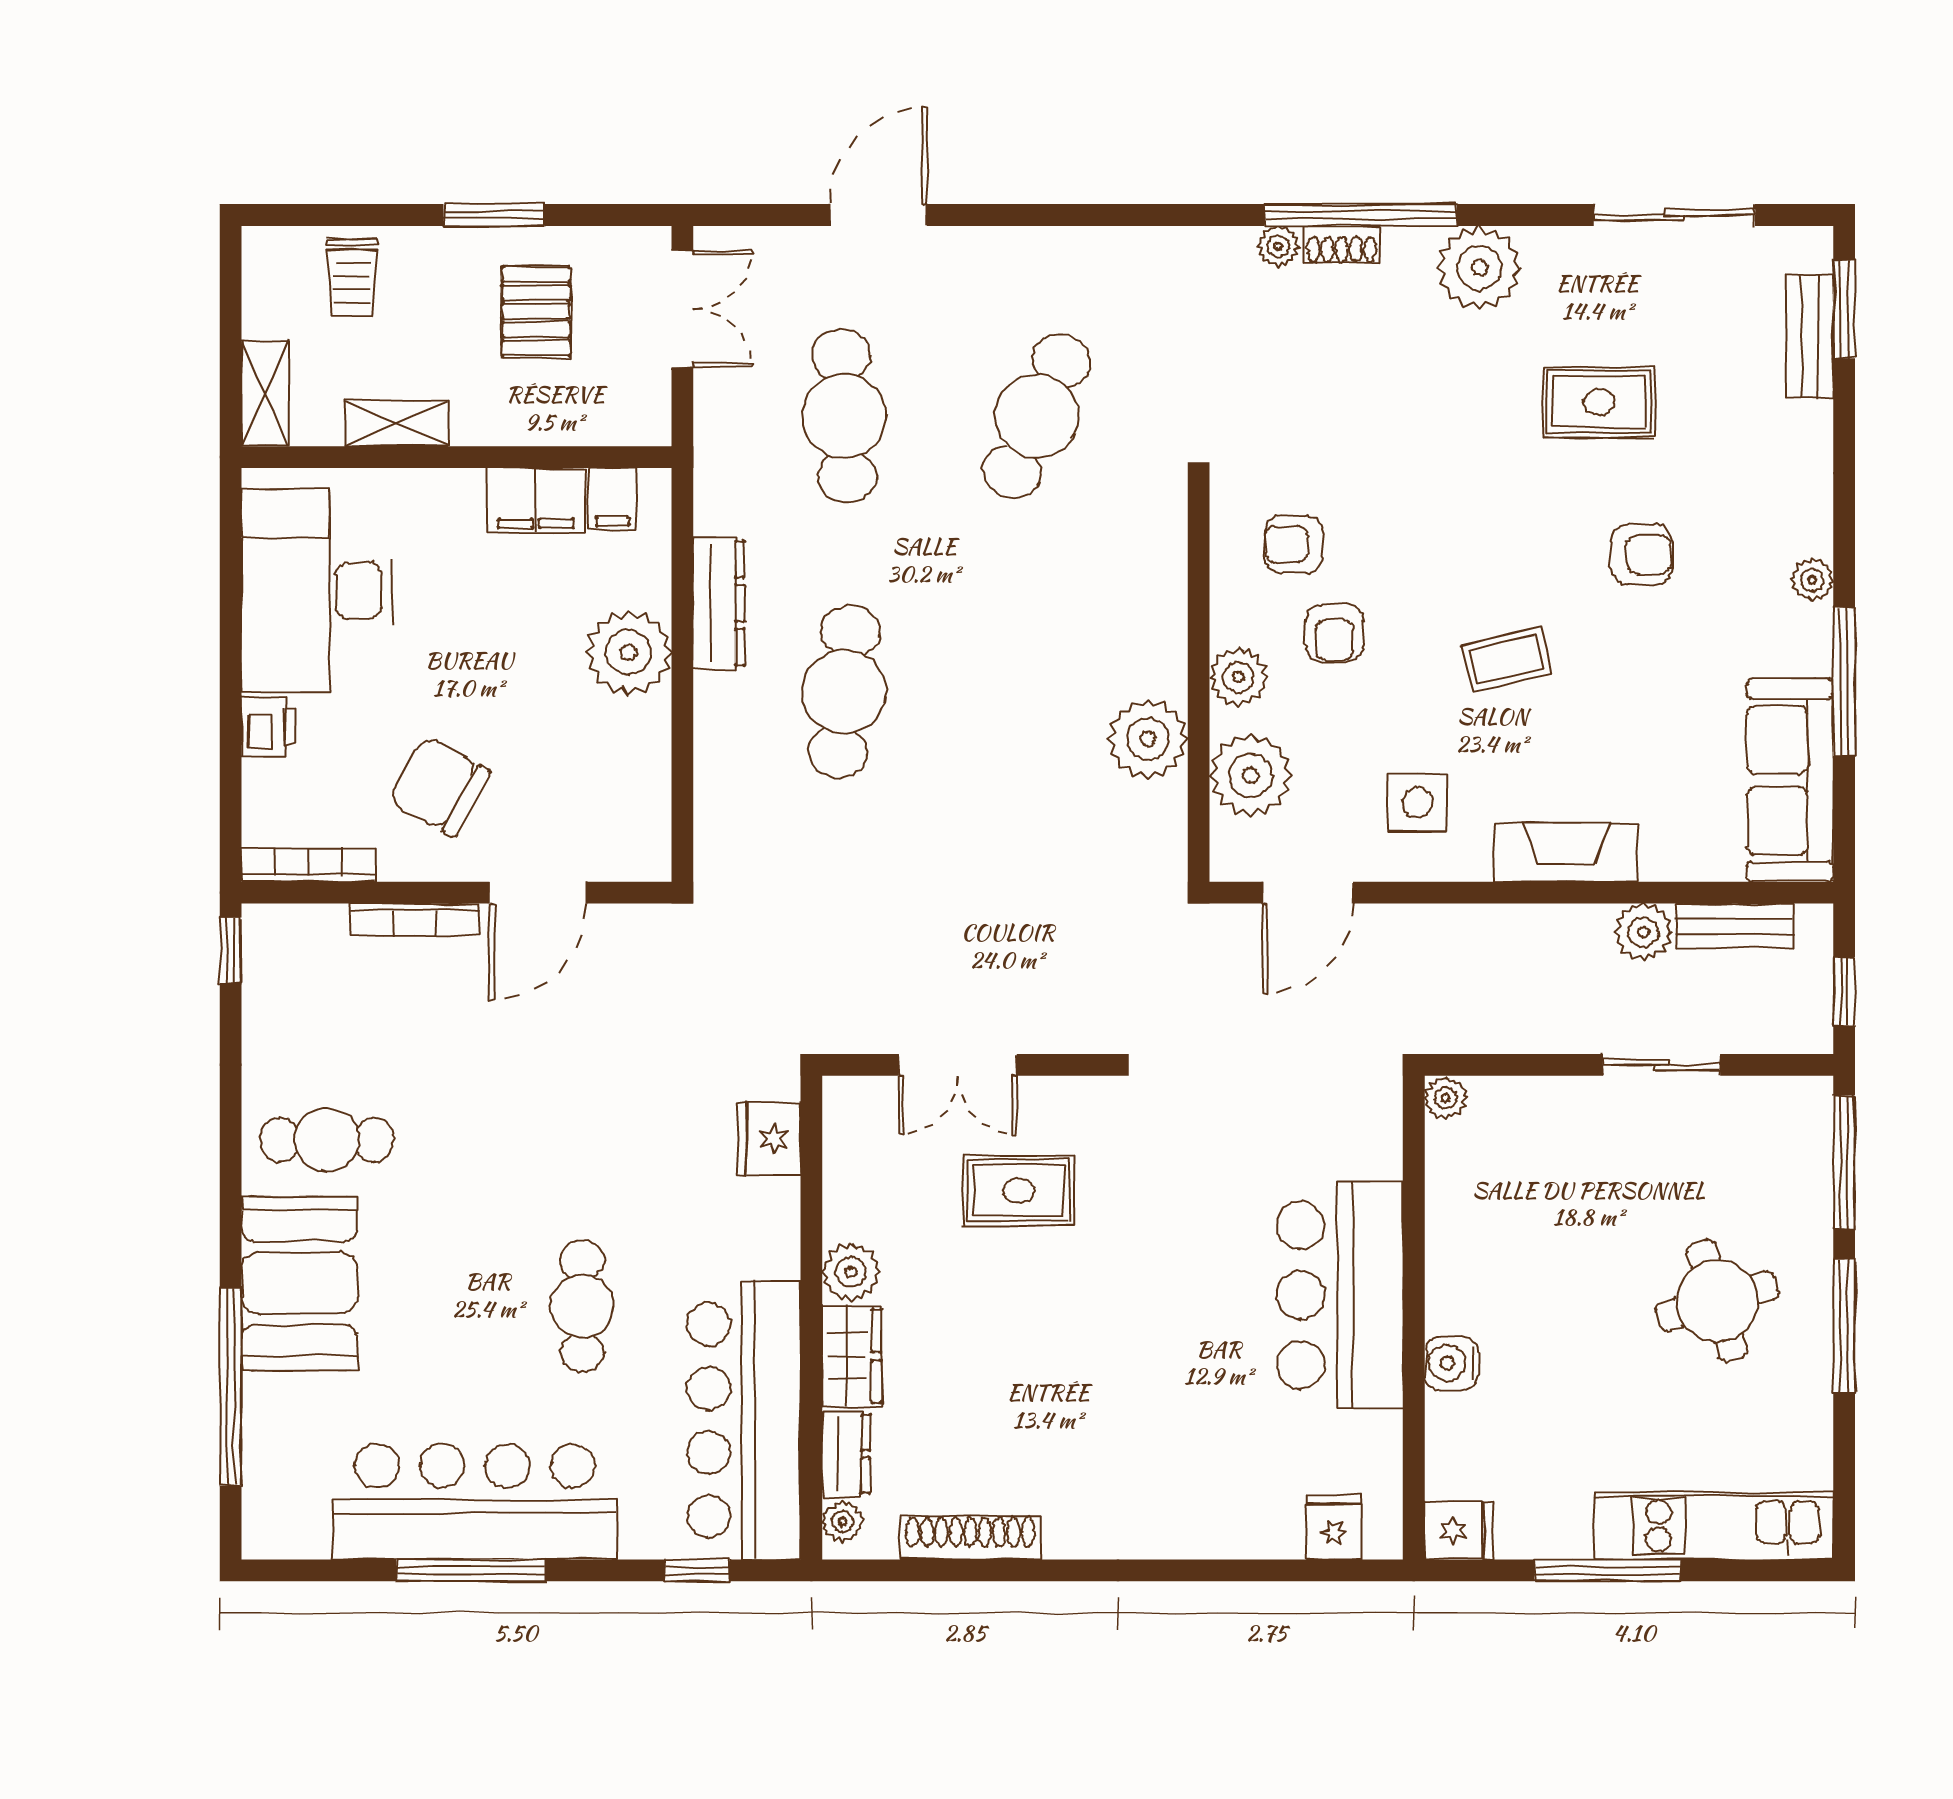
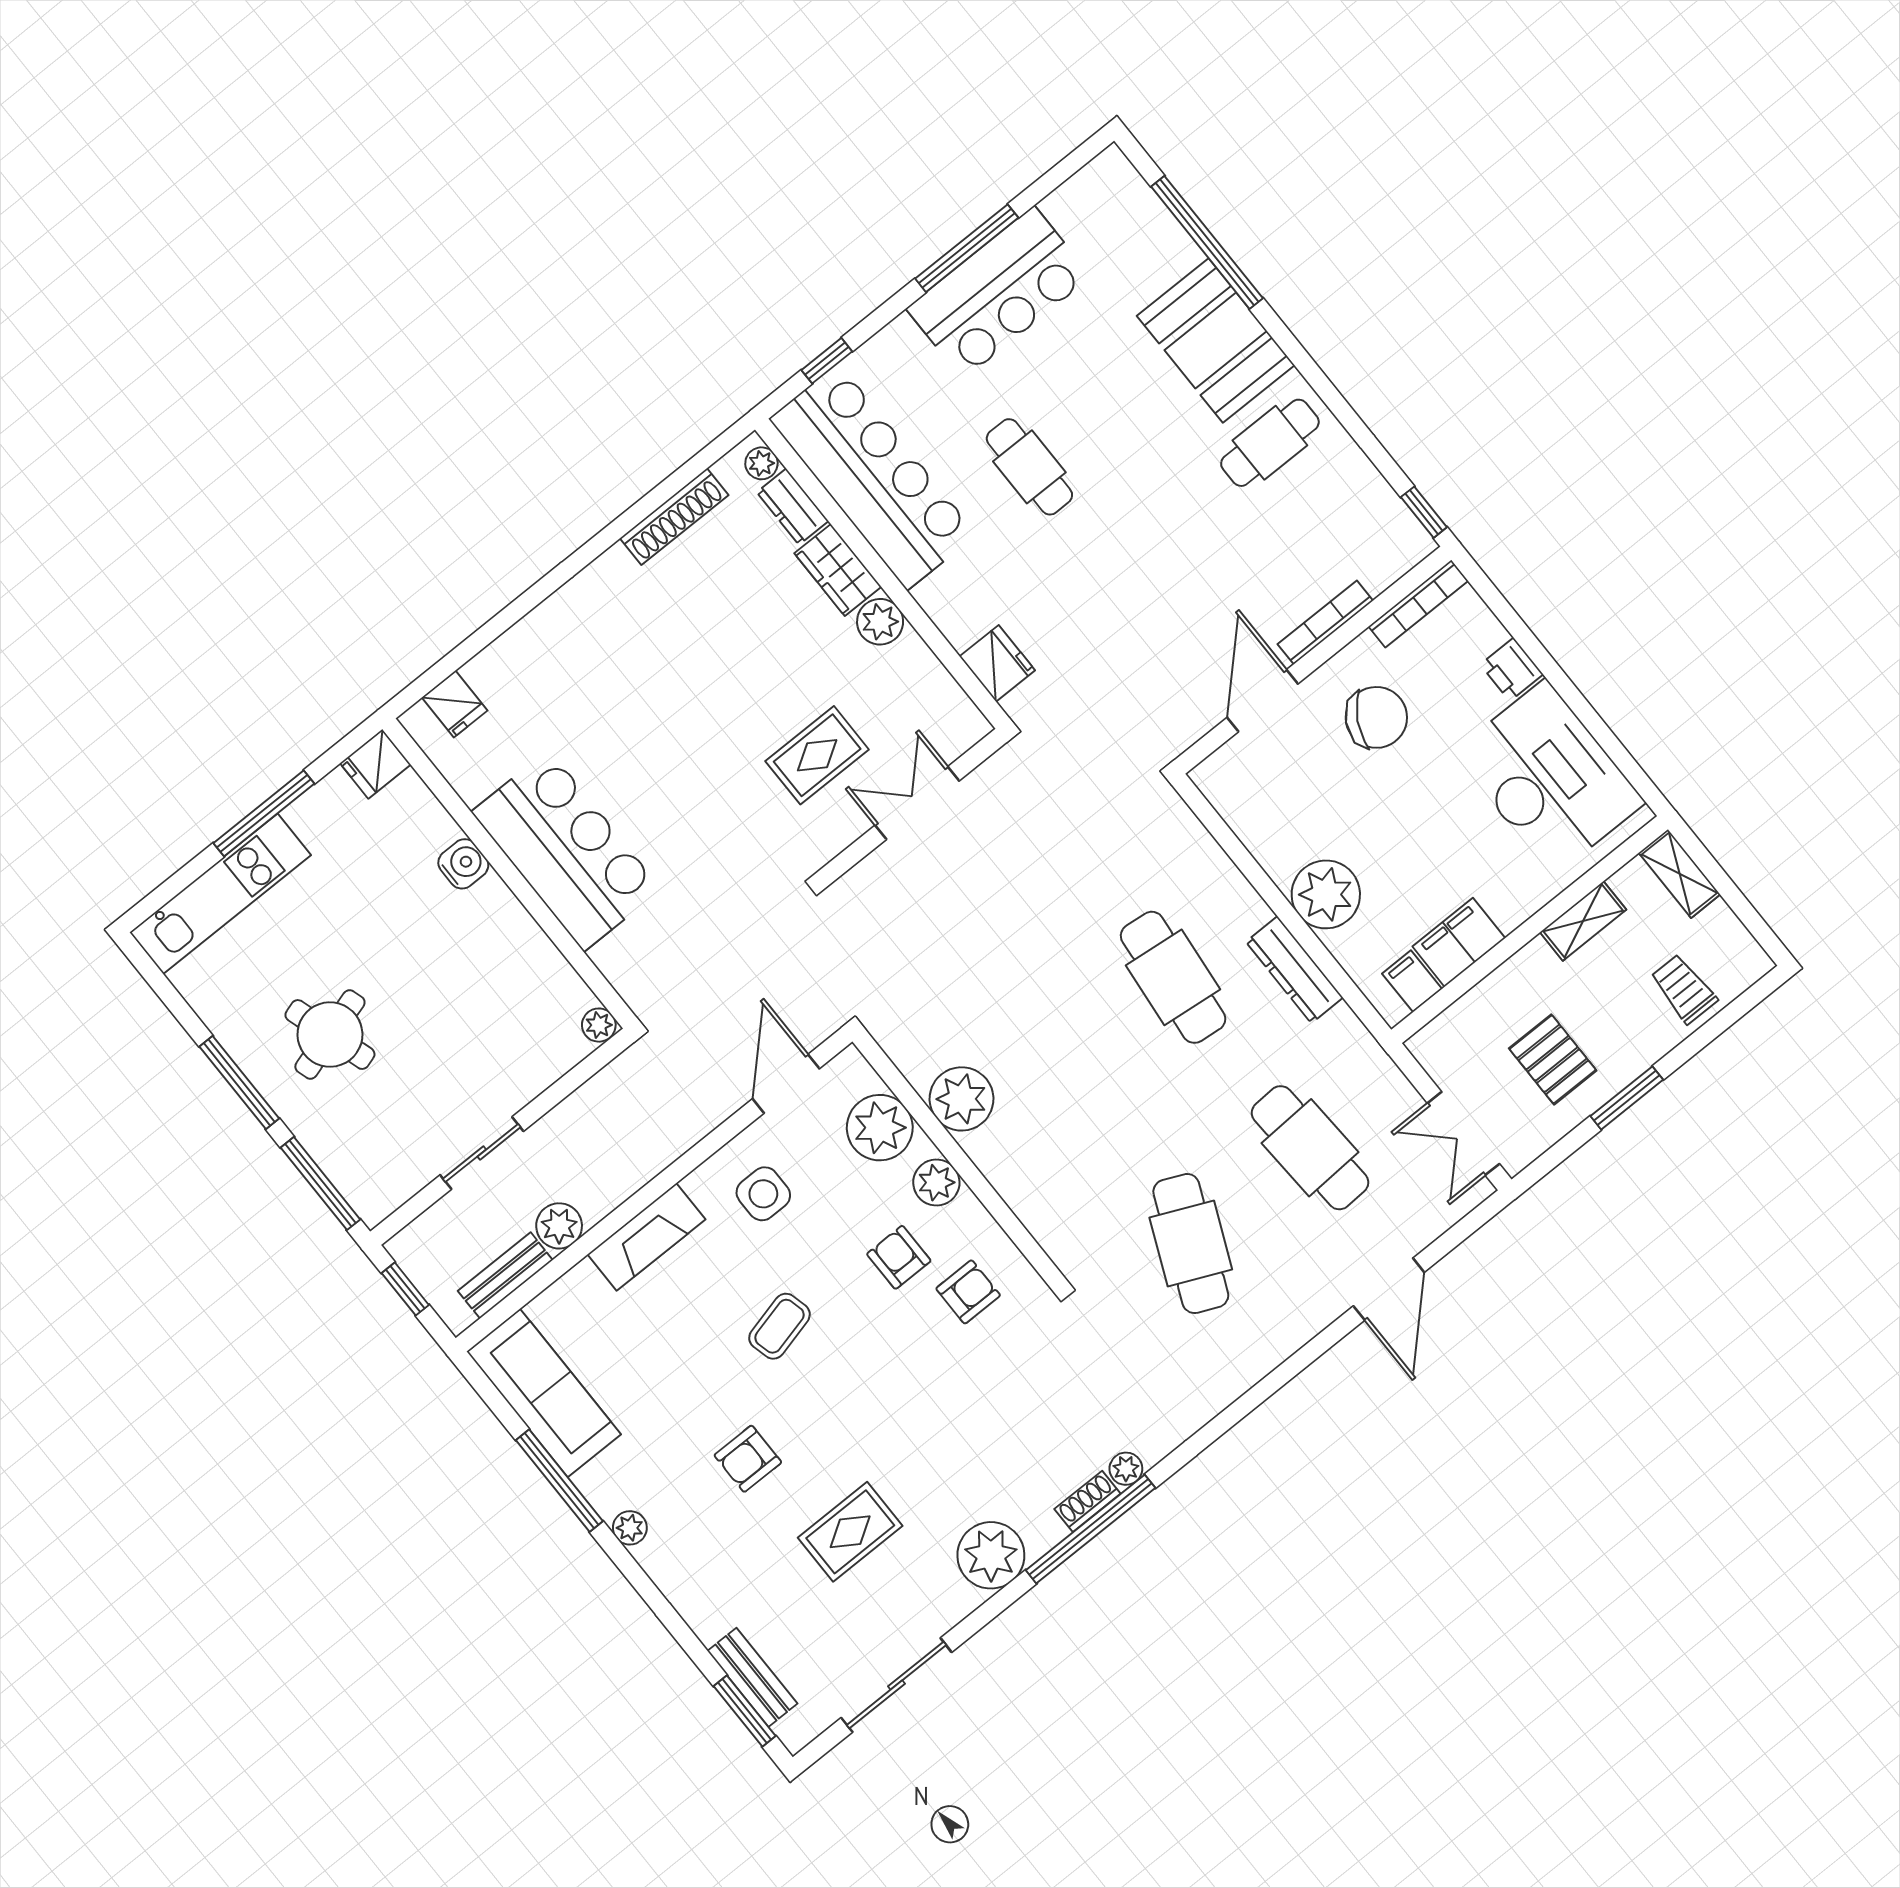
bar counter: (475, 1502) -> (999, 293), width x0.73

